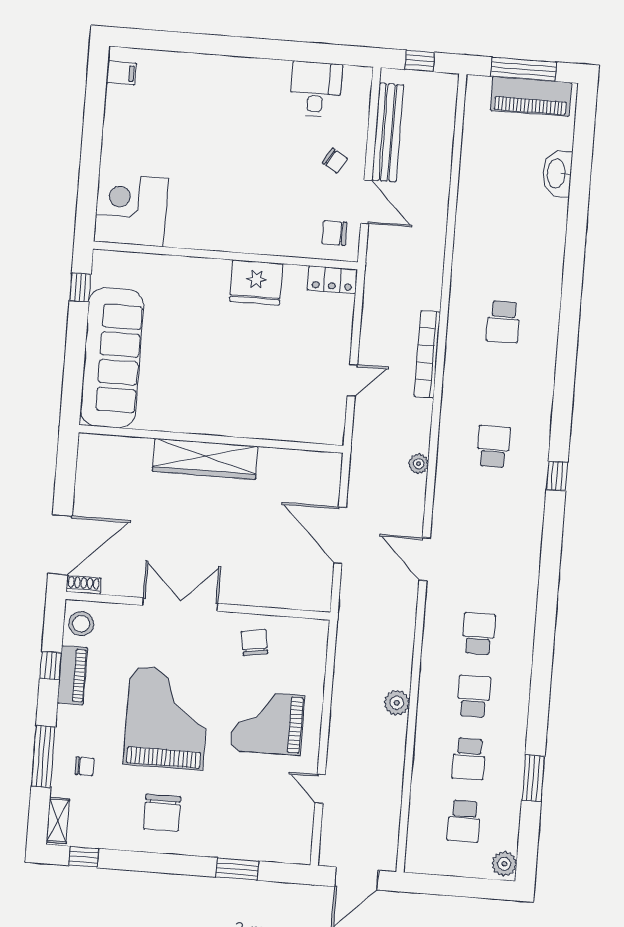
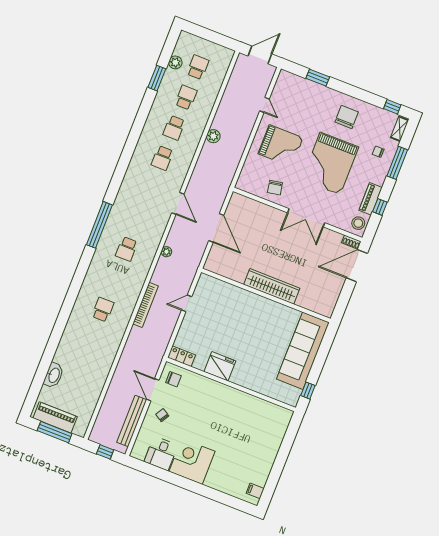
corner desk: (131, 210) -> (192, 461), moved, turned 180
window: (557, 476) -> (99, 225), width x3.17
plant: (504, 864) -> (175, 62), moved

